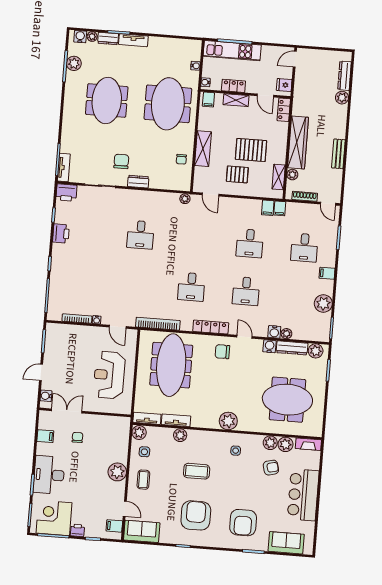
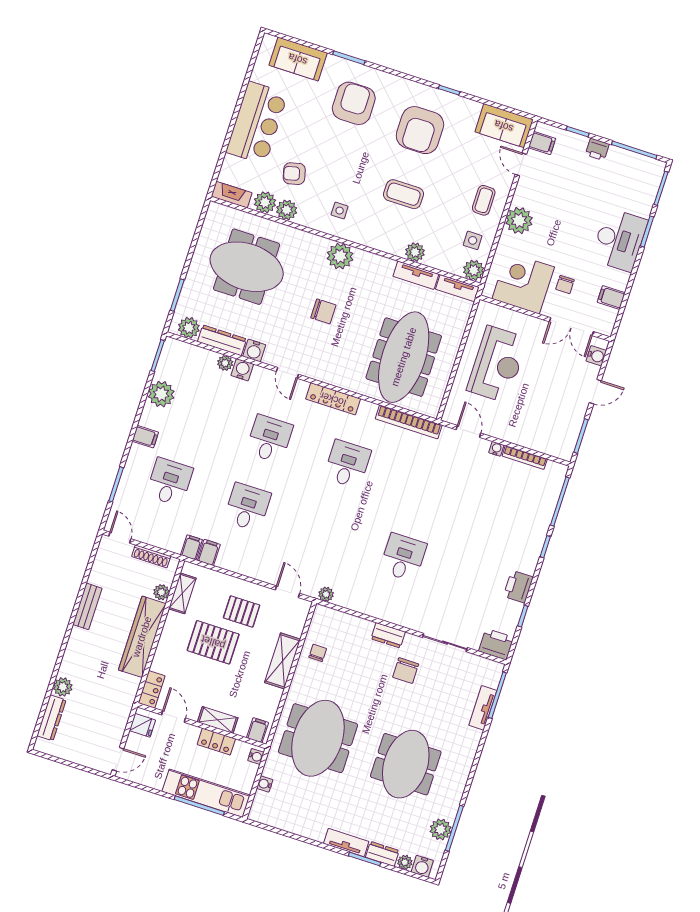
tv unit: (64, 168) -> (483, 708), moved
chair: (222, 352) -> (323, 311), moved
corner desk: (54, 518) -> (523, 283), moved, turned 180

